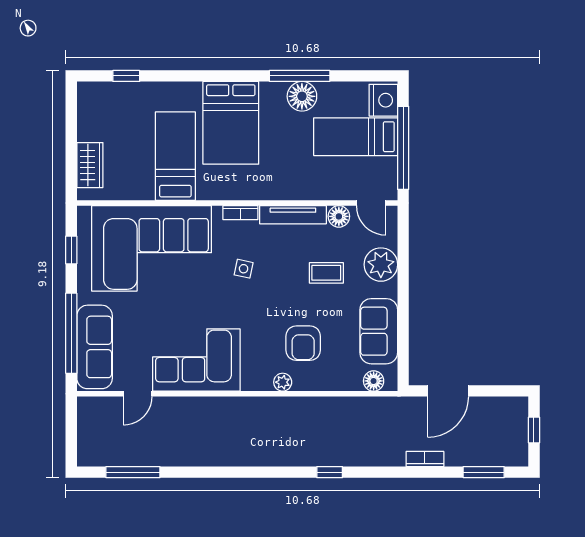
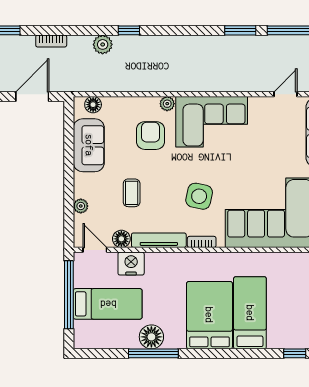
nightstand: (383, 100) -> (131, 264), moved, turned 90
bed: (175, 156) -> (250, 313), moved, turned 180
plant: (381, 265) -> (81, 206), width x0.53, depth x0.53
side table: (244, 269) -> (199, 196), width x1.87, depth x1.87
coffee table: (326, 273) -> (132, 193), turned 90
corner sofa: (196, 360) -> (212, 122), moved
plant: (362, 455) -> (103, 44), added
window: (193, 472) -> (240, 30), added

